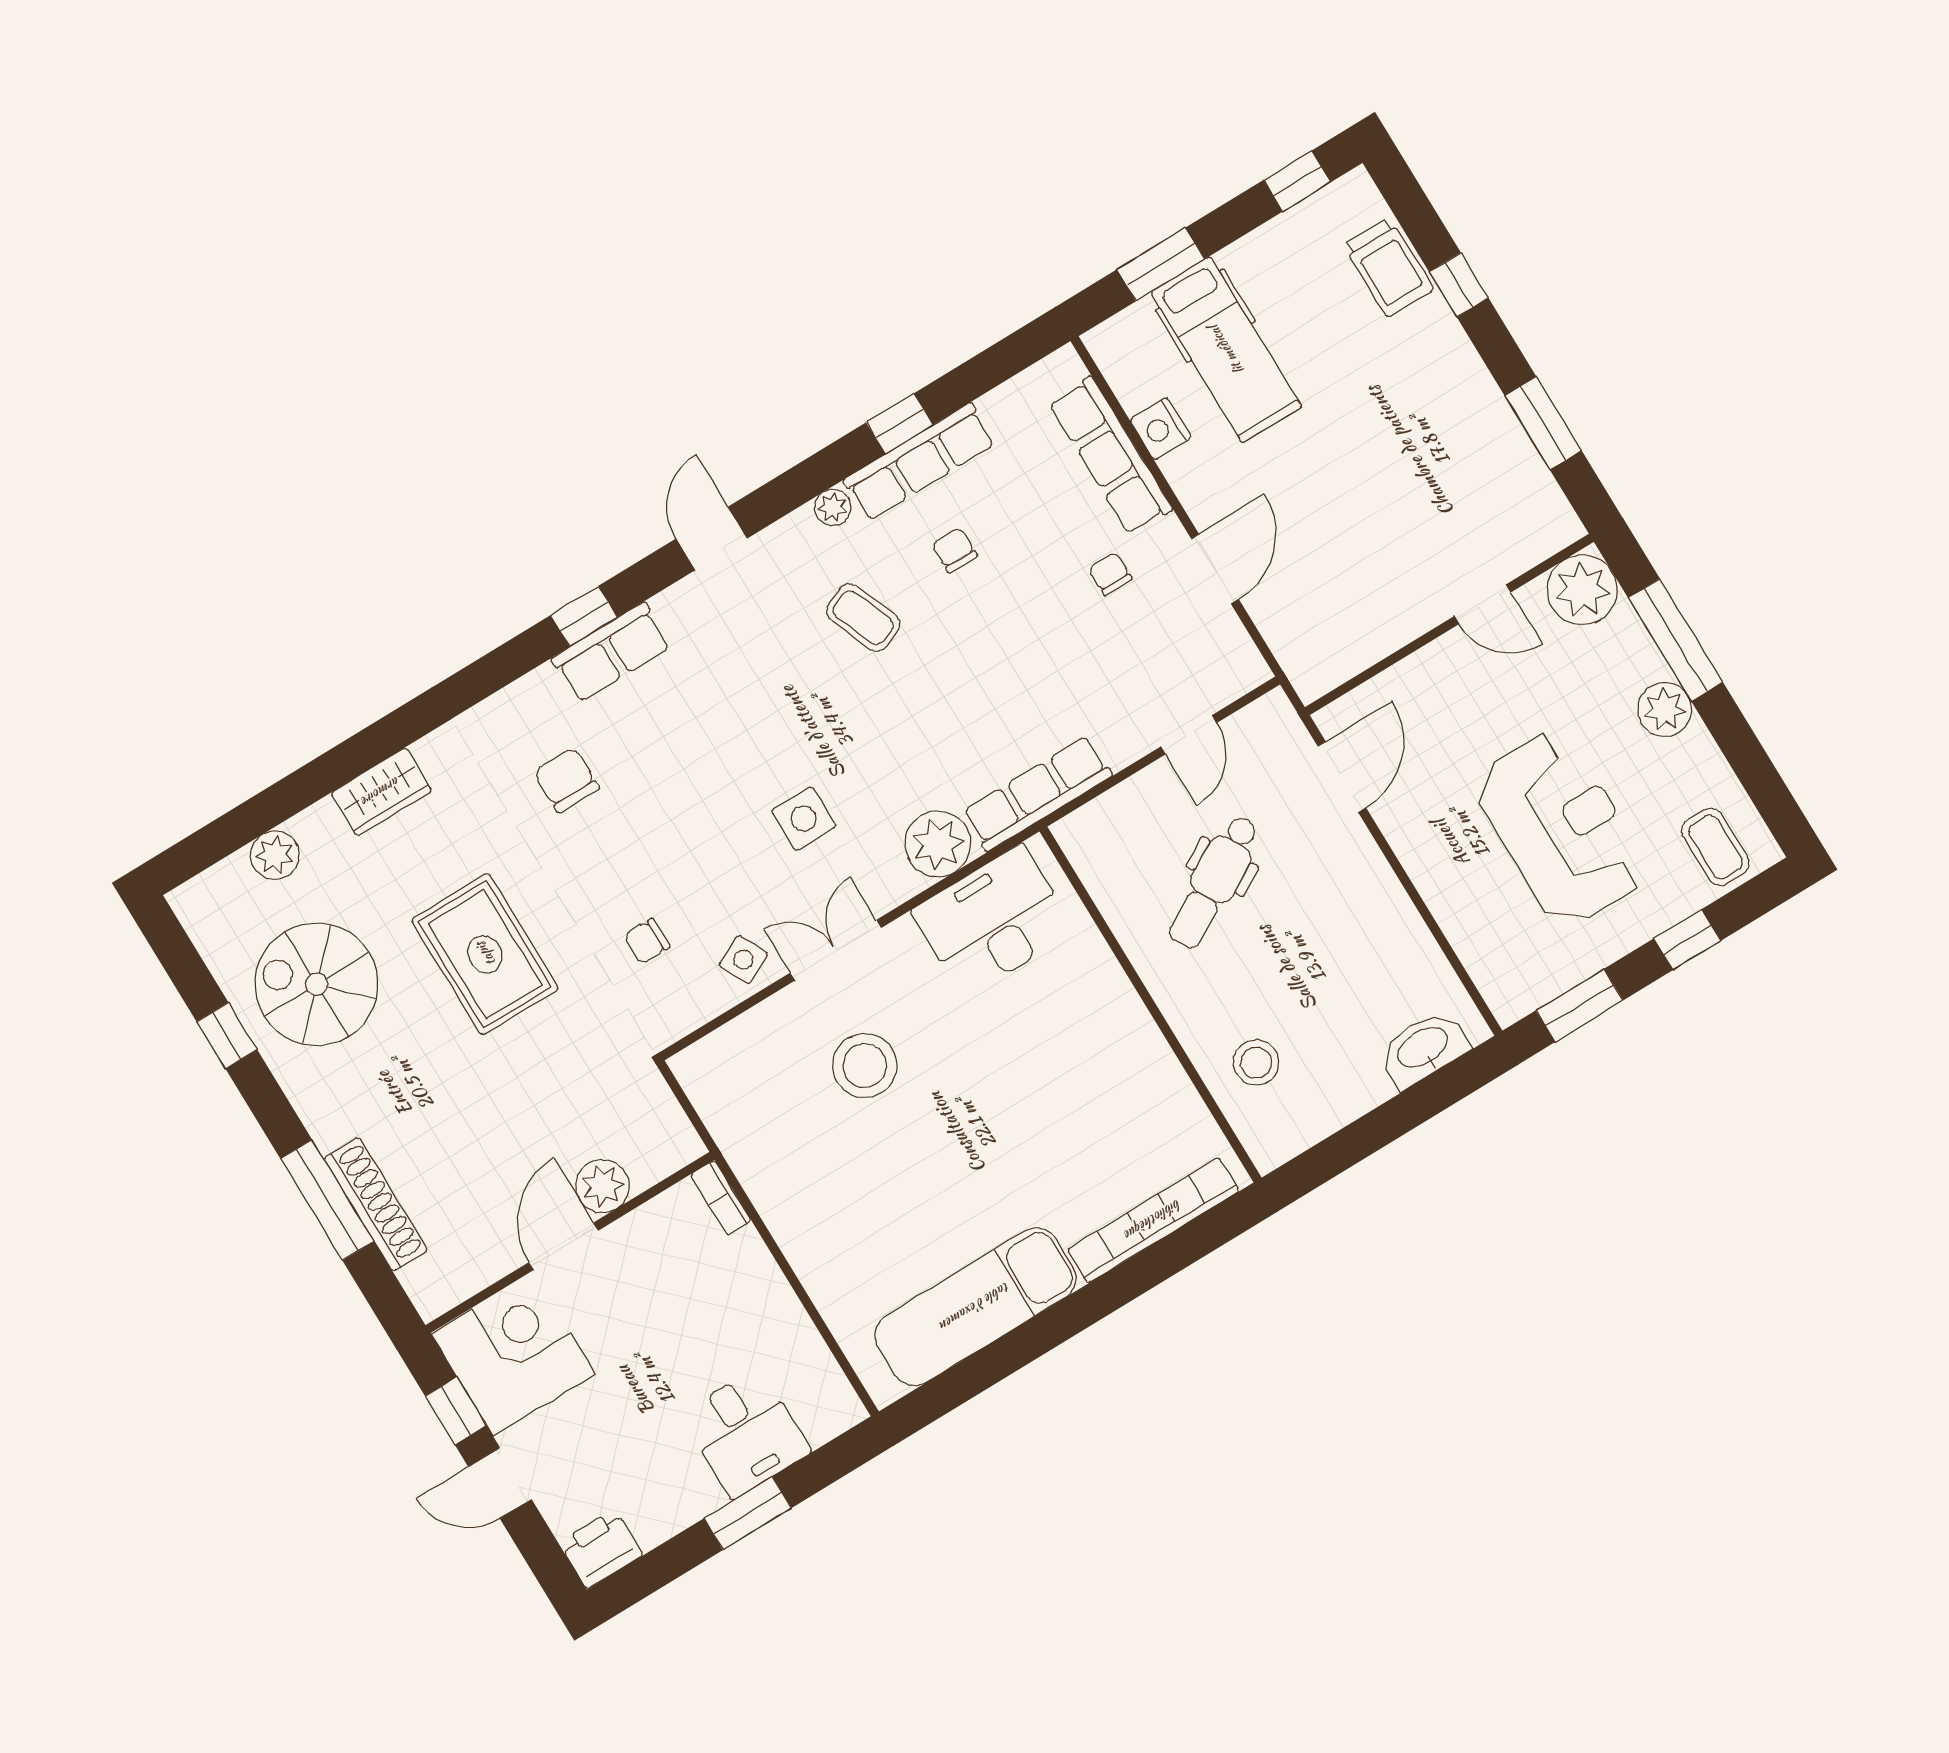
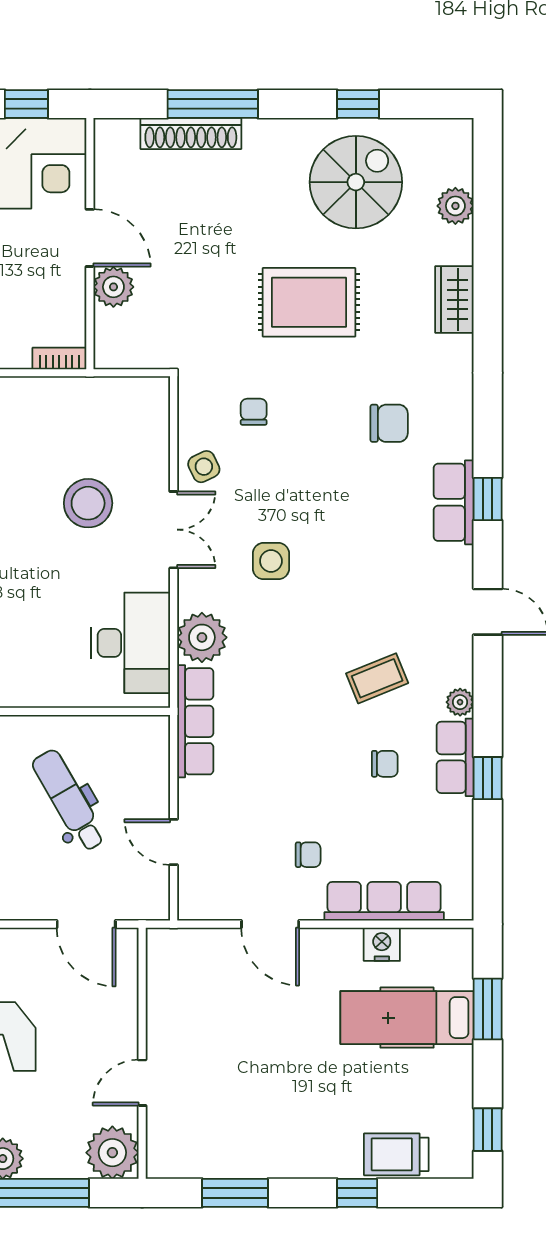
row of seats: (920, 462) -> (455, 757), width x0.68

